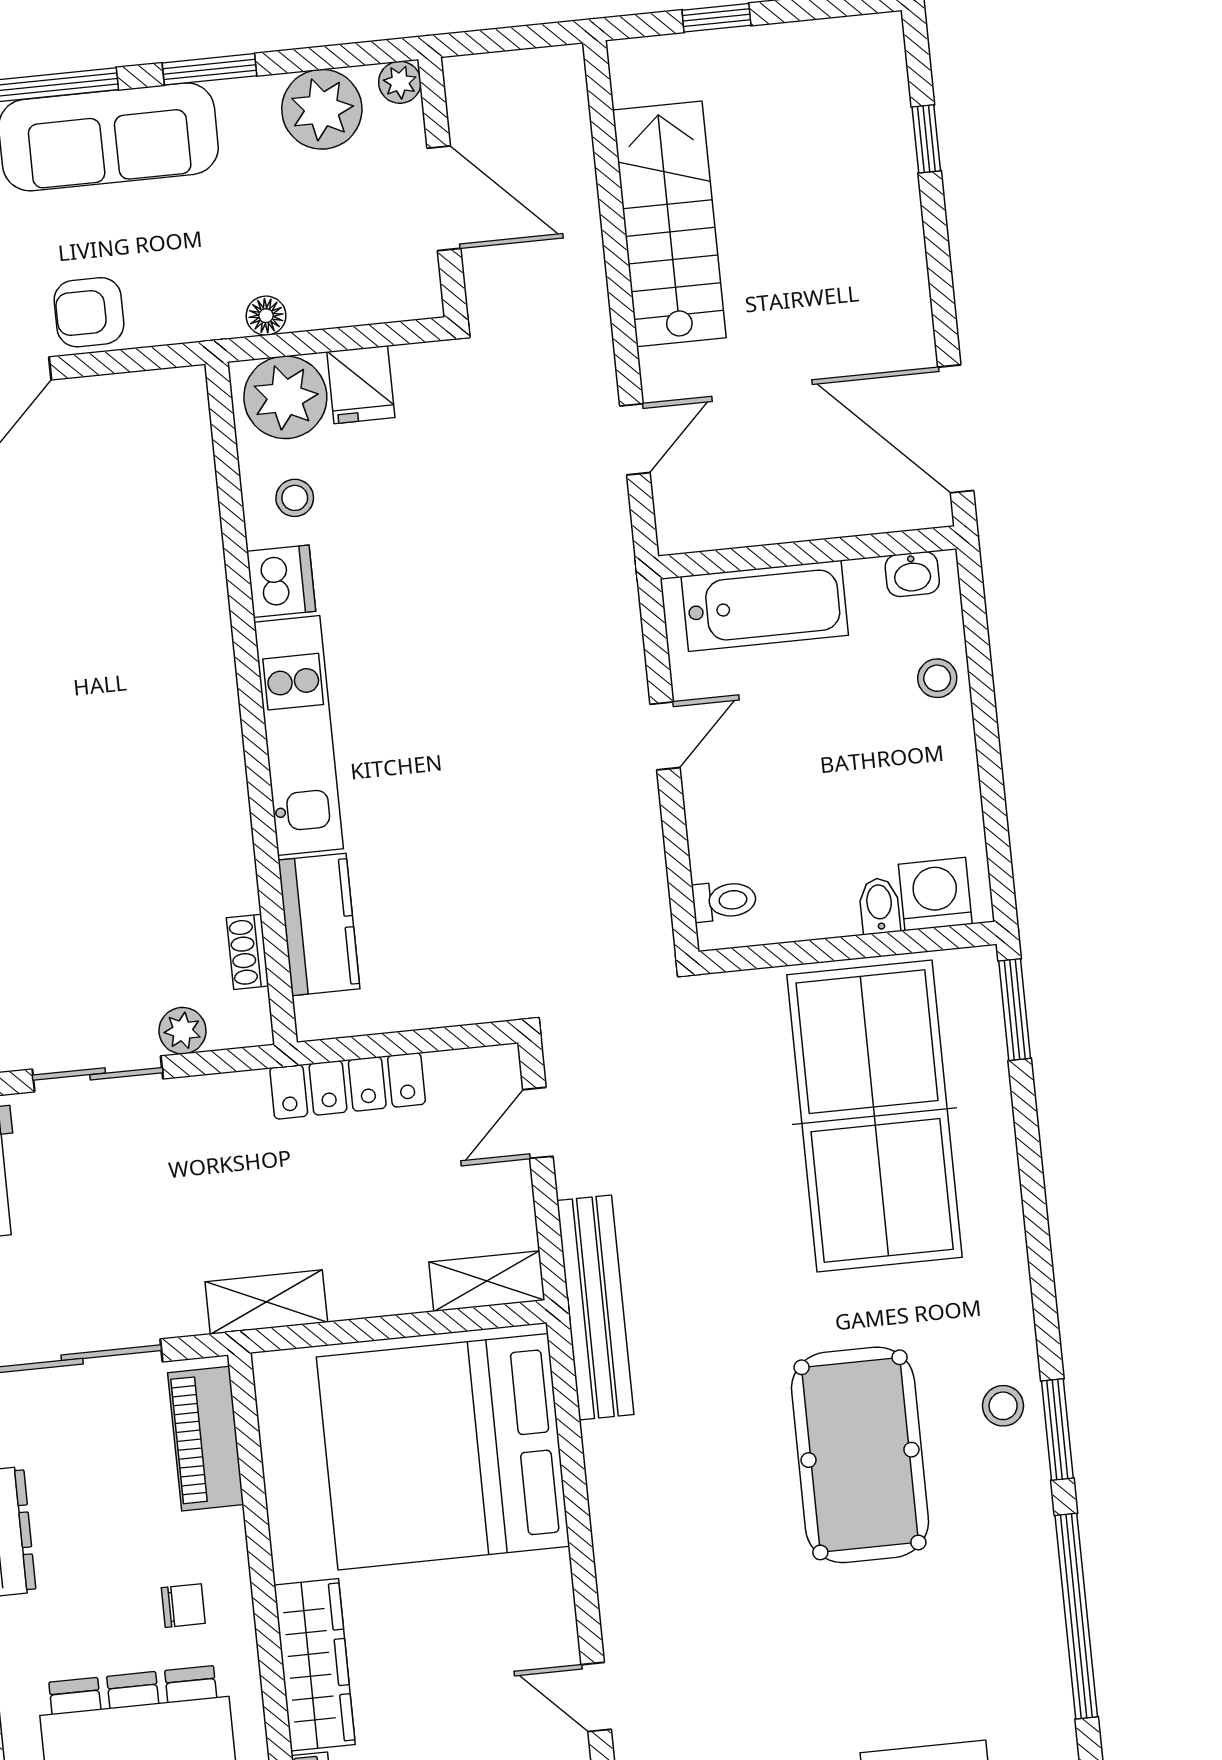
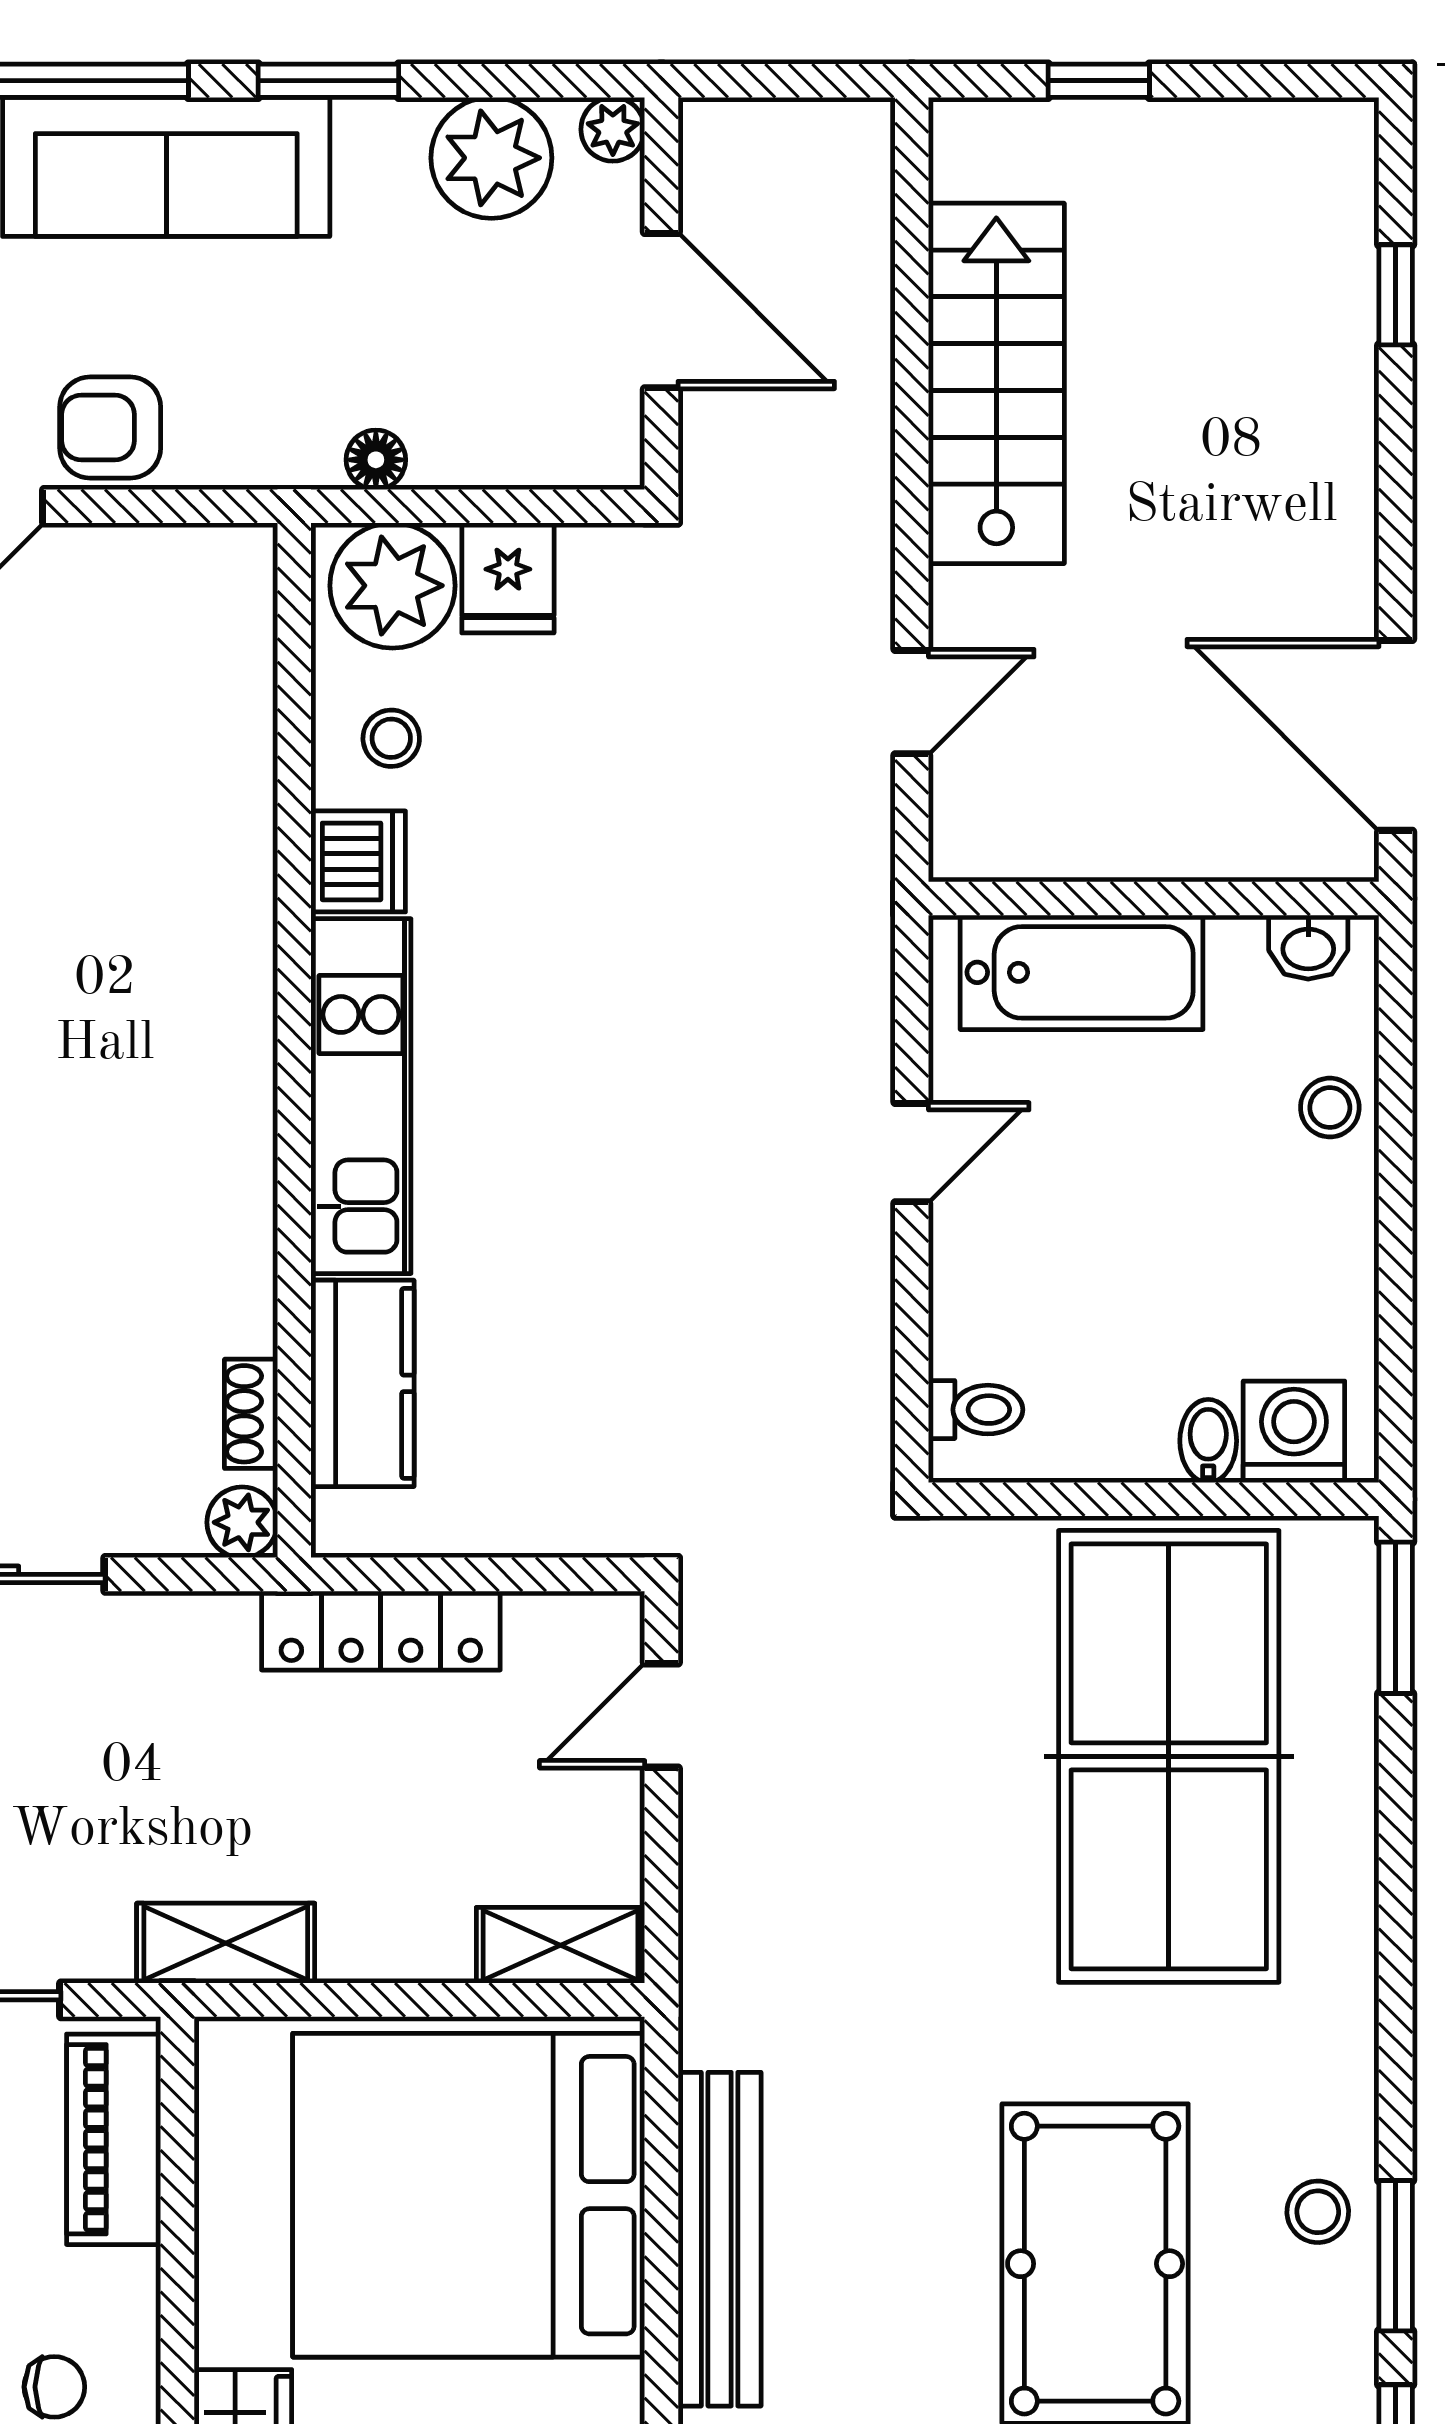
plant: (182, 1031) -> (242, 1522), moved
bench: (595, 1307) -> (720, 2239), moved

